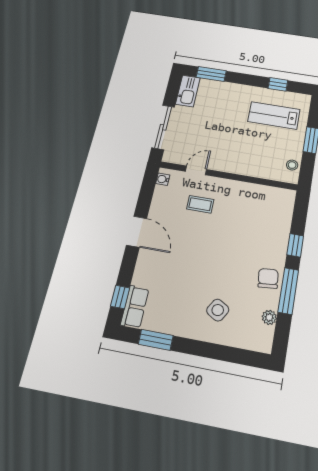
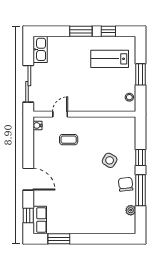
window: (211, 74) -> (81, 31), moved
door: (137, 232) -> (28, 179), moved
side table: (218, 310) -> (110, 160), moved

